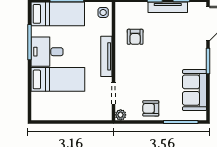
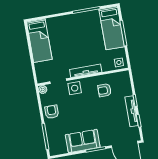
desk: (47, 52) -> (81, 25), removed
side table: (126, 74) -> (75, 88), added
bed: (58, 79) -> (39, 41), moved
sofa: (195, 90) -> (83, 141), moved

